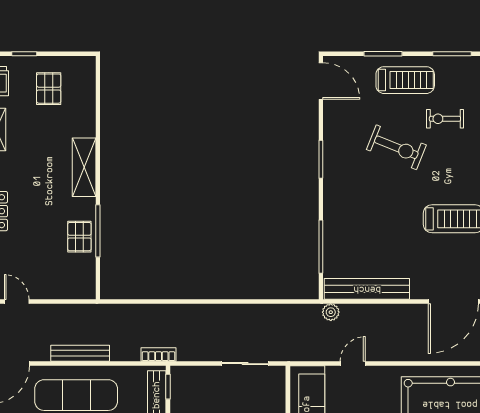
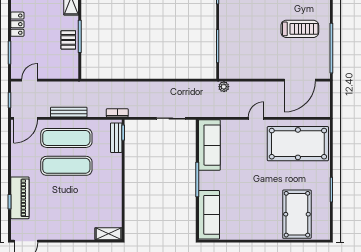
bench: (367, 289) -> (246, 72), removed
door: (17, 302) -> (30, 80), hinge flipped
door: (353, 364) -> (256, 118), moved

